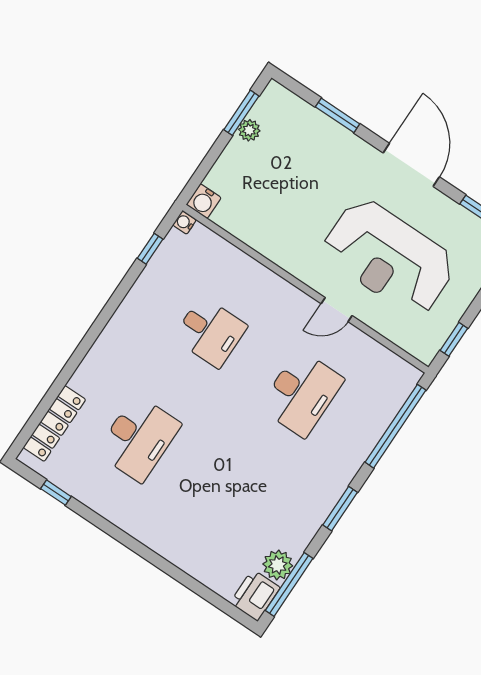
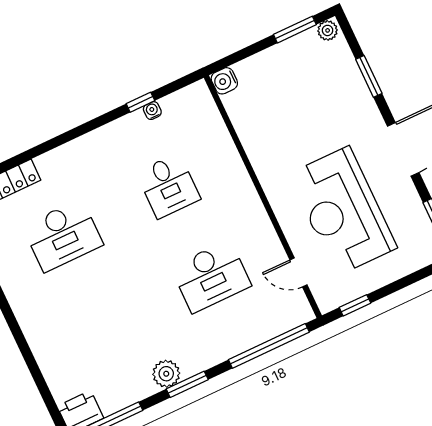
plant: (249, 130) -> (328, 30), moved
water cooler: (184, 223) -> (152, 111), moved
window: (150, 249) -> (140, 102), moved
door: (337, 310) -> (298, 272), moved
plant: (278, 565) -> (166, 374), moved

